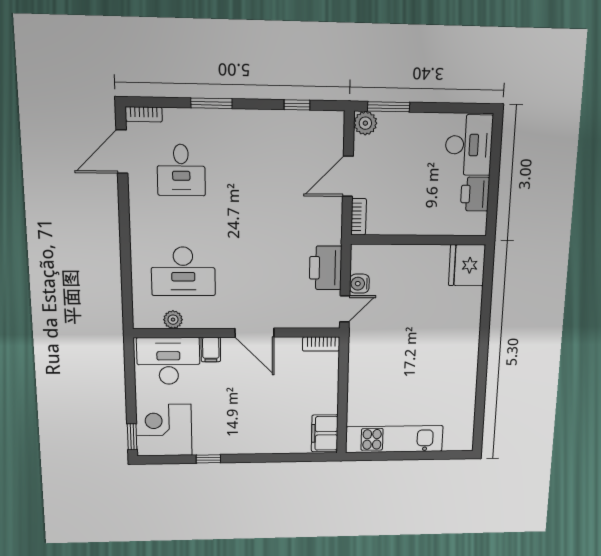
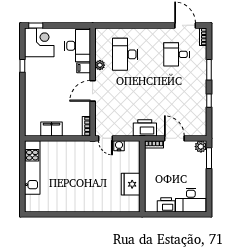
window: (297, 105) -> (209, 101), moved
fridge: (467, 265) -> (131, 184), moved, turned -90
printer: (326, 268) -> (145, 128), moved
plant: (173, 320) -> (100, 65), moved
filing cabinet: (325, 433) -> (51, 129), moved

